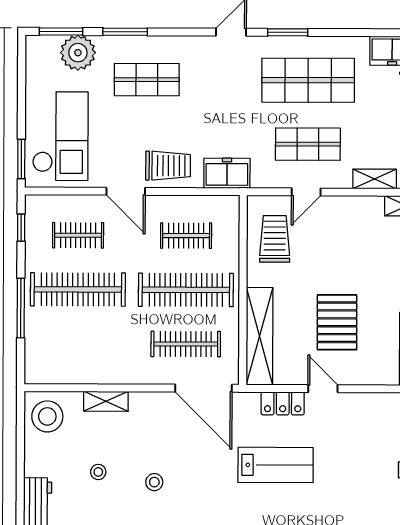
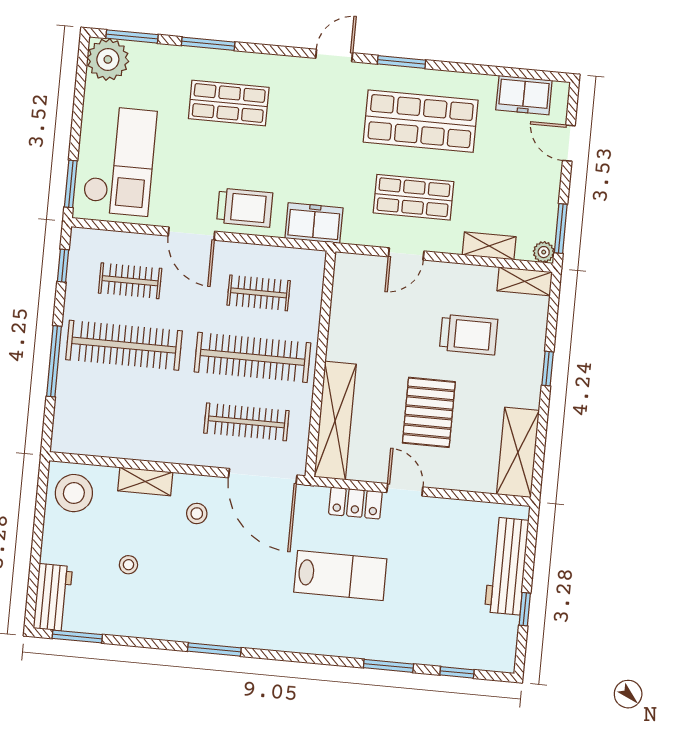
plant: (78, 53) -> (108, 59), moved
trolley: (275, 239) -> (469, 335), moved, turned 90
stool: (154, 482) -> (197, 513), moved

